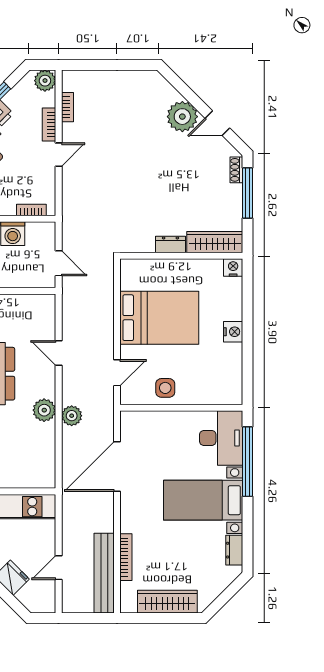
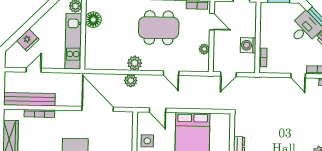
plant: (20, 302) -> (204, 49), added
door: (59, 353) -> (171, 73), swing flipped
door: (59, 568) -> (34, 70), hinge flipped

